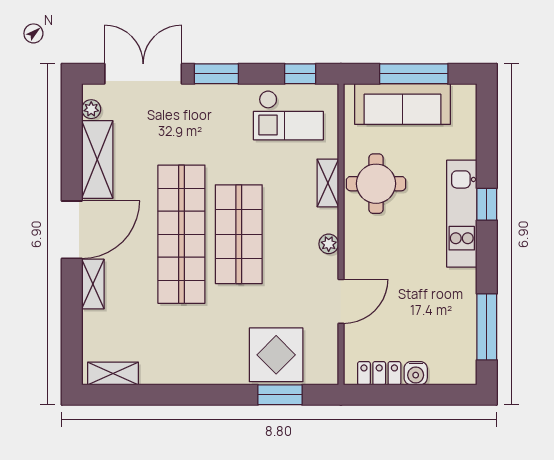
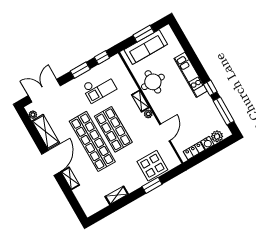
window: (216, 74) -> (80, 70), moved
window: (414, 74) -> (144, 34), width x0.69
checkout: (288, 115) -> (99, 88), moved
shelving: (328, 183) -> (140, 101), moved
window: (487, 204) -> (210, 88), moved
plant: (443, 371) -> (217, 136), added
shelving: (113, 373) -> (117, 195), moved
window: (280, 395) -> (152, 185), moved

